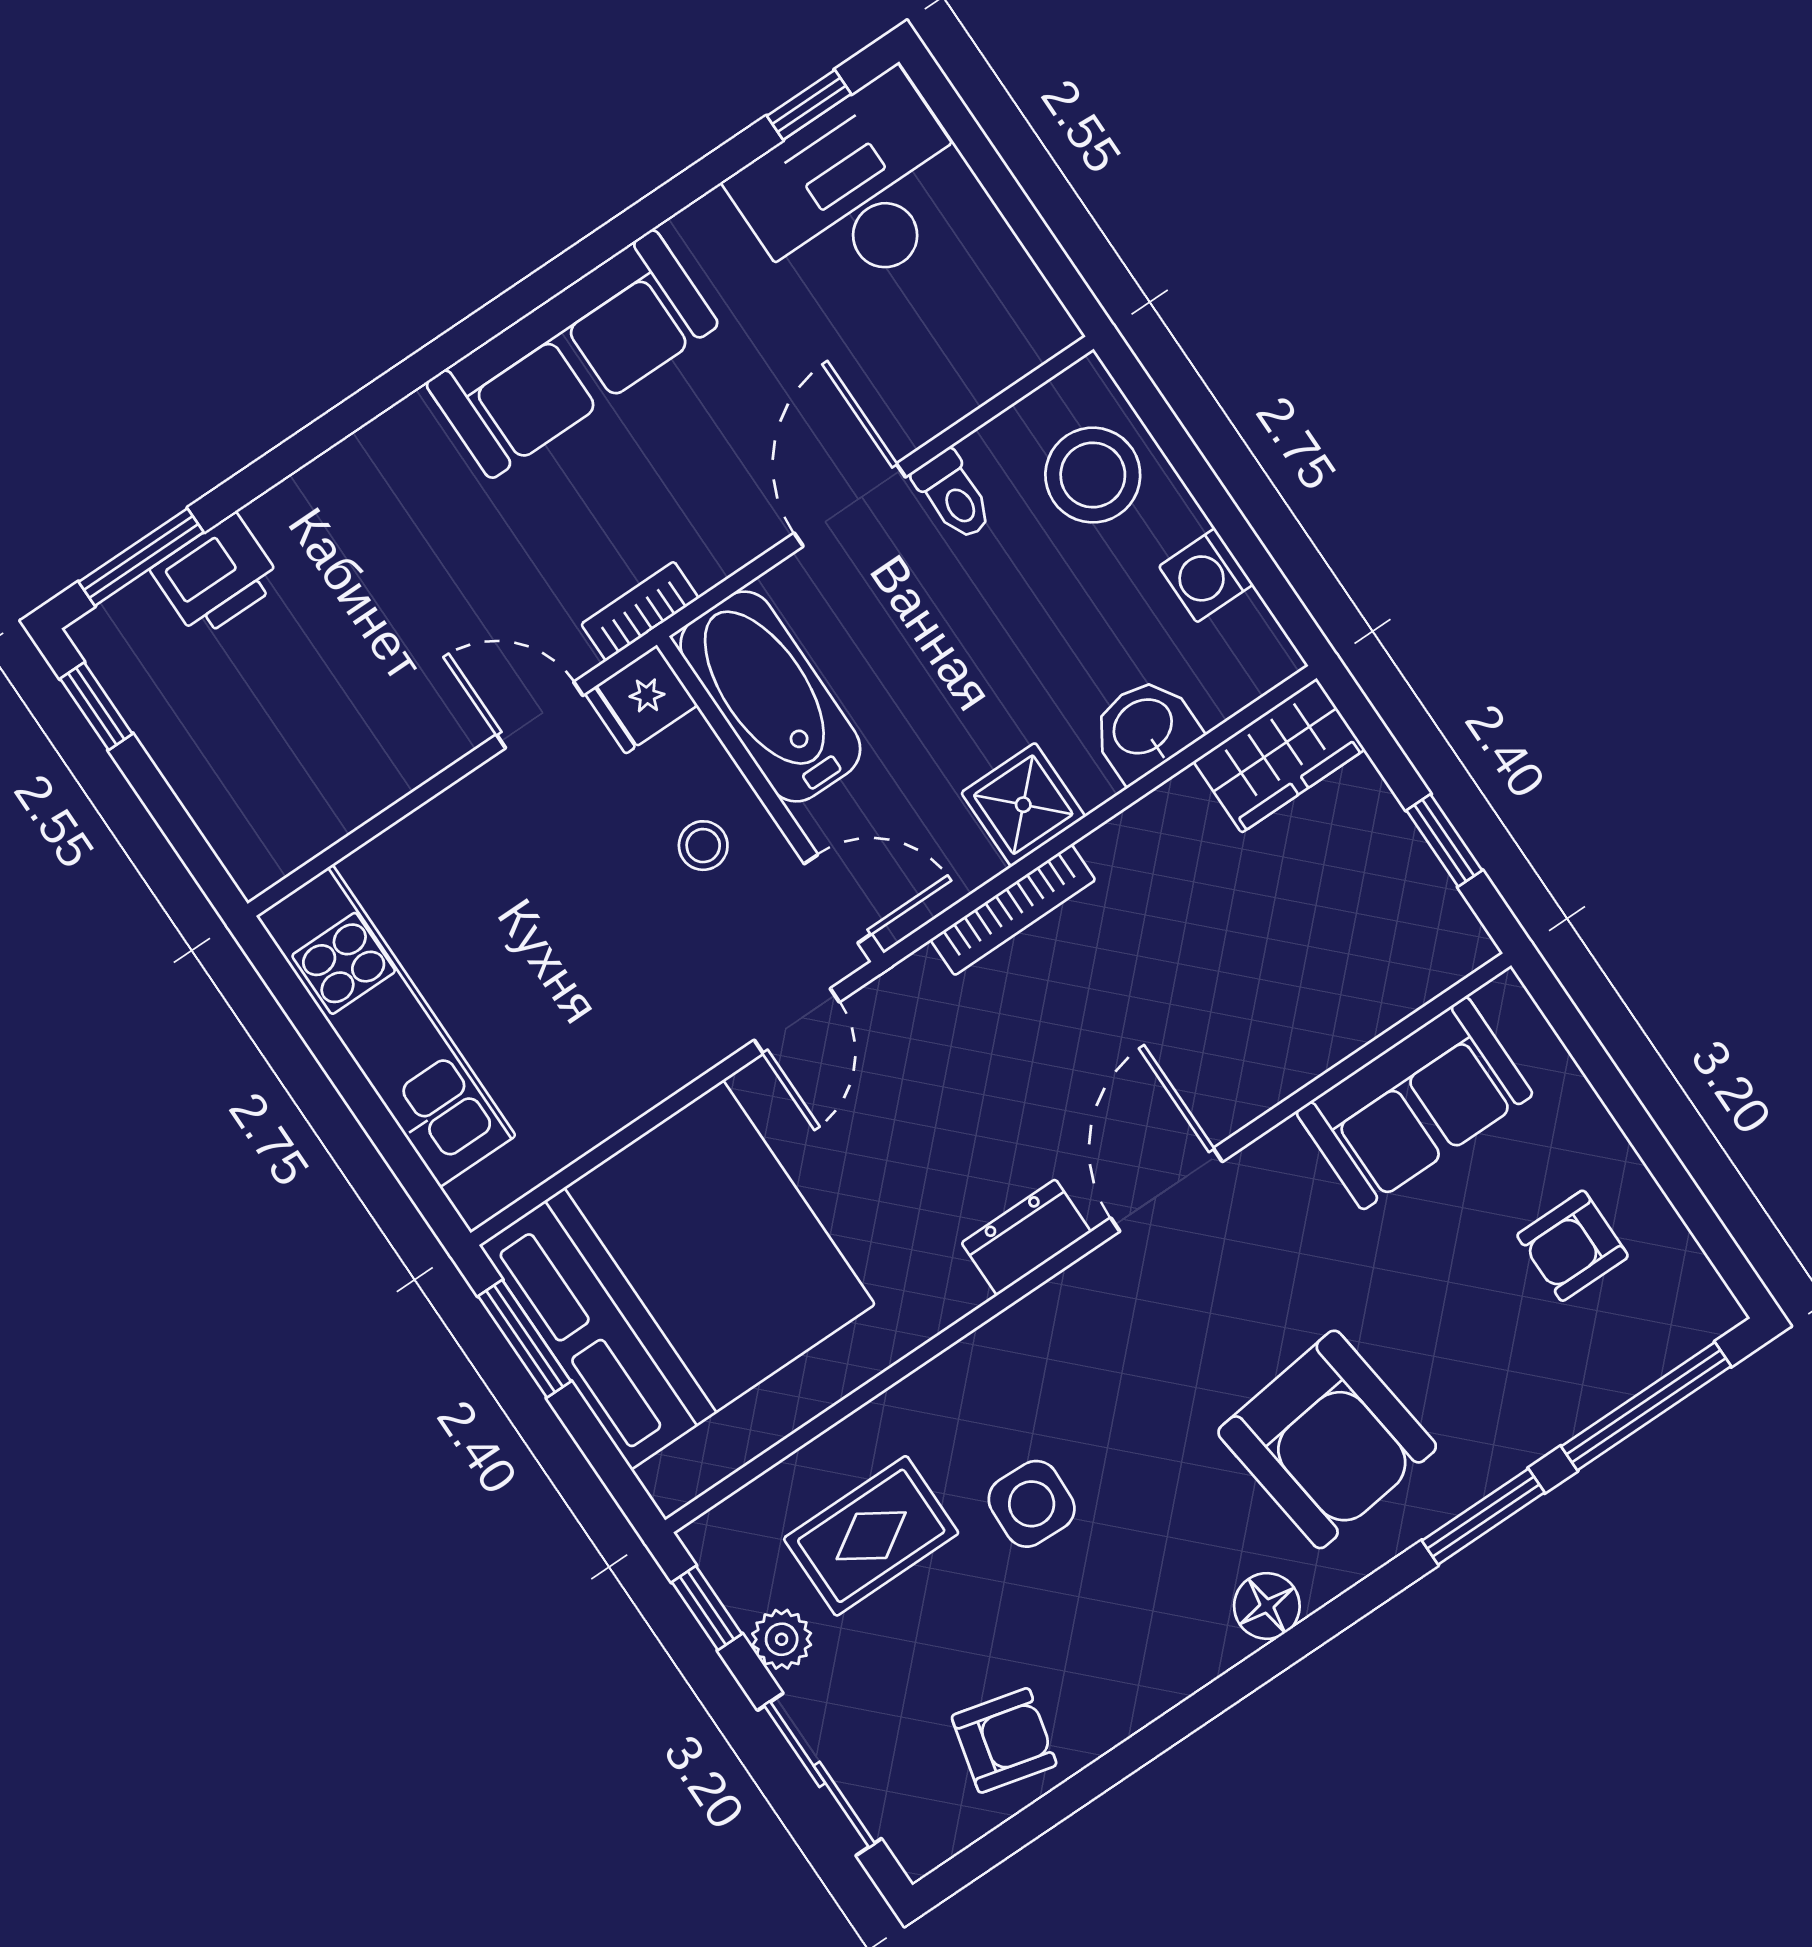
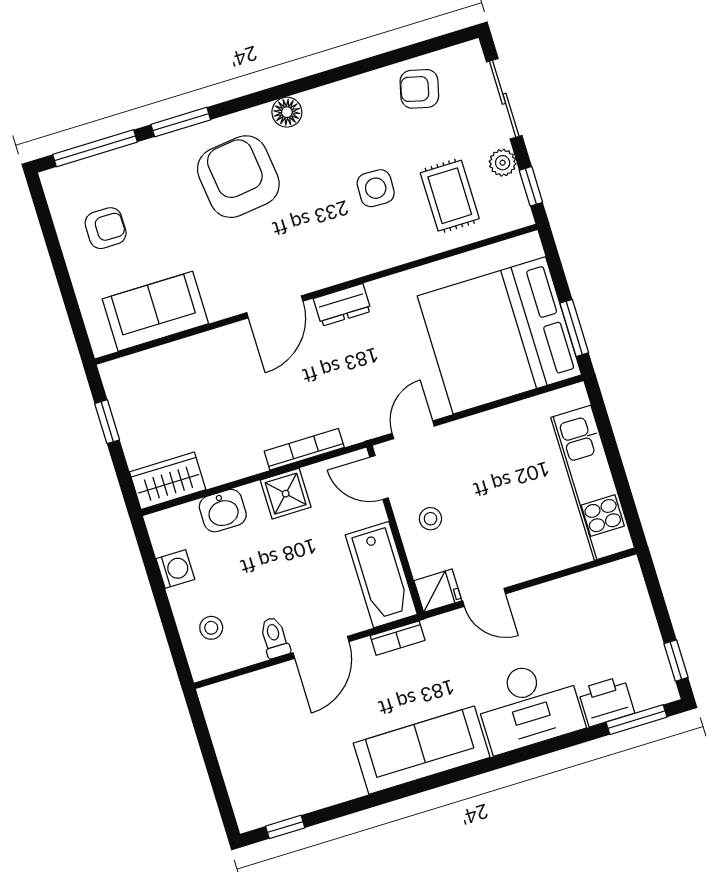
desk: (856, 192) -> (529, 706), moved
stool: (1093, 475) -> (211, 628), width x0.53, depth x0.53
bookcase: (640, 611) -> (398, 638), moved
rug: (871, 1536) -> (450, 196), turned 90

